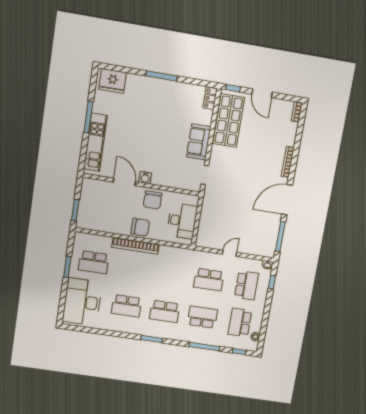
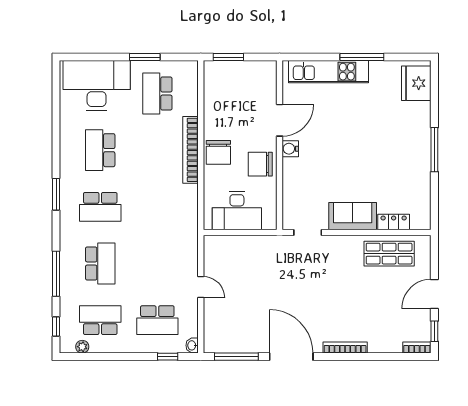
window: (233, 88) -> (434, 331), moved
locker: (210, 98) -> (394, 222), moved
shop shelf: (229, 121) -> (389, 254), width x0.70, depth x0.74
school desk: (209, 280) -> (157, 263), removed
school desk: (165, 311) -> (100, 207), turned -90

